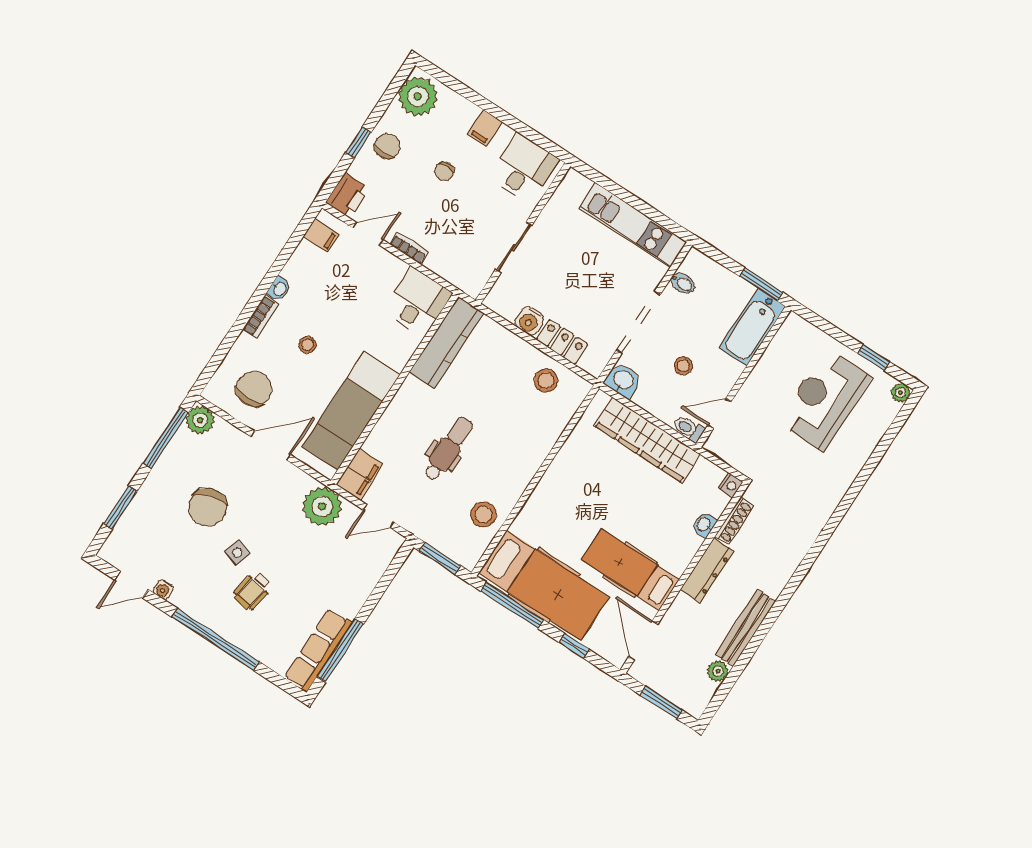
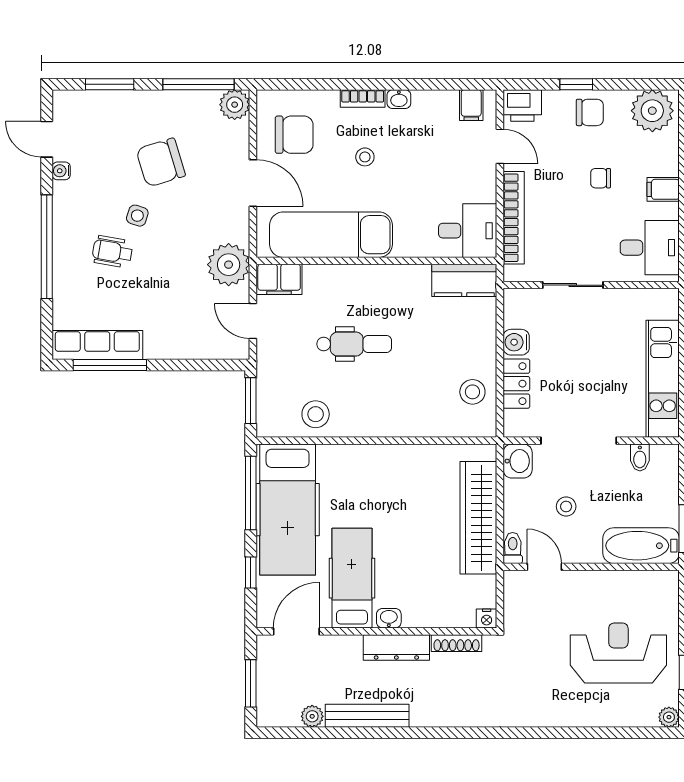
bookcase: (409, 248) -> (514, 218), width x2.31, depth x1.31
kitchen counter: (446, 343) -> (464, 280), width x0.67
washbasin: (704, 525) -> (389, 618), moved

